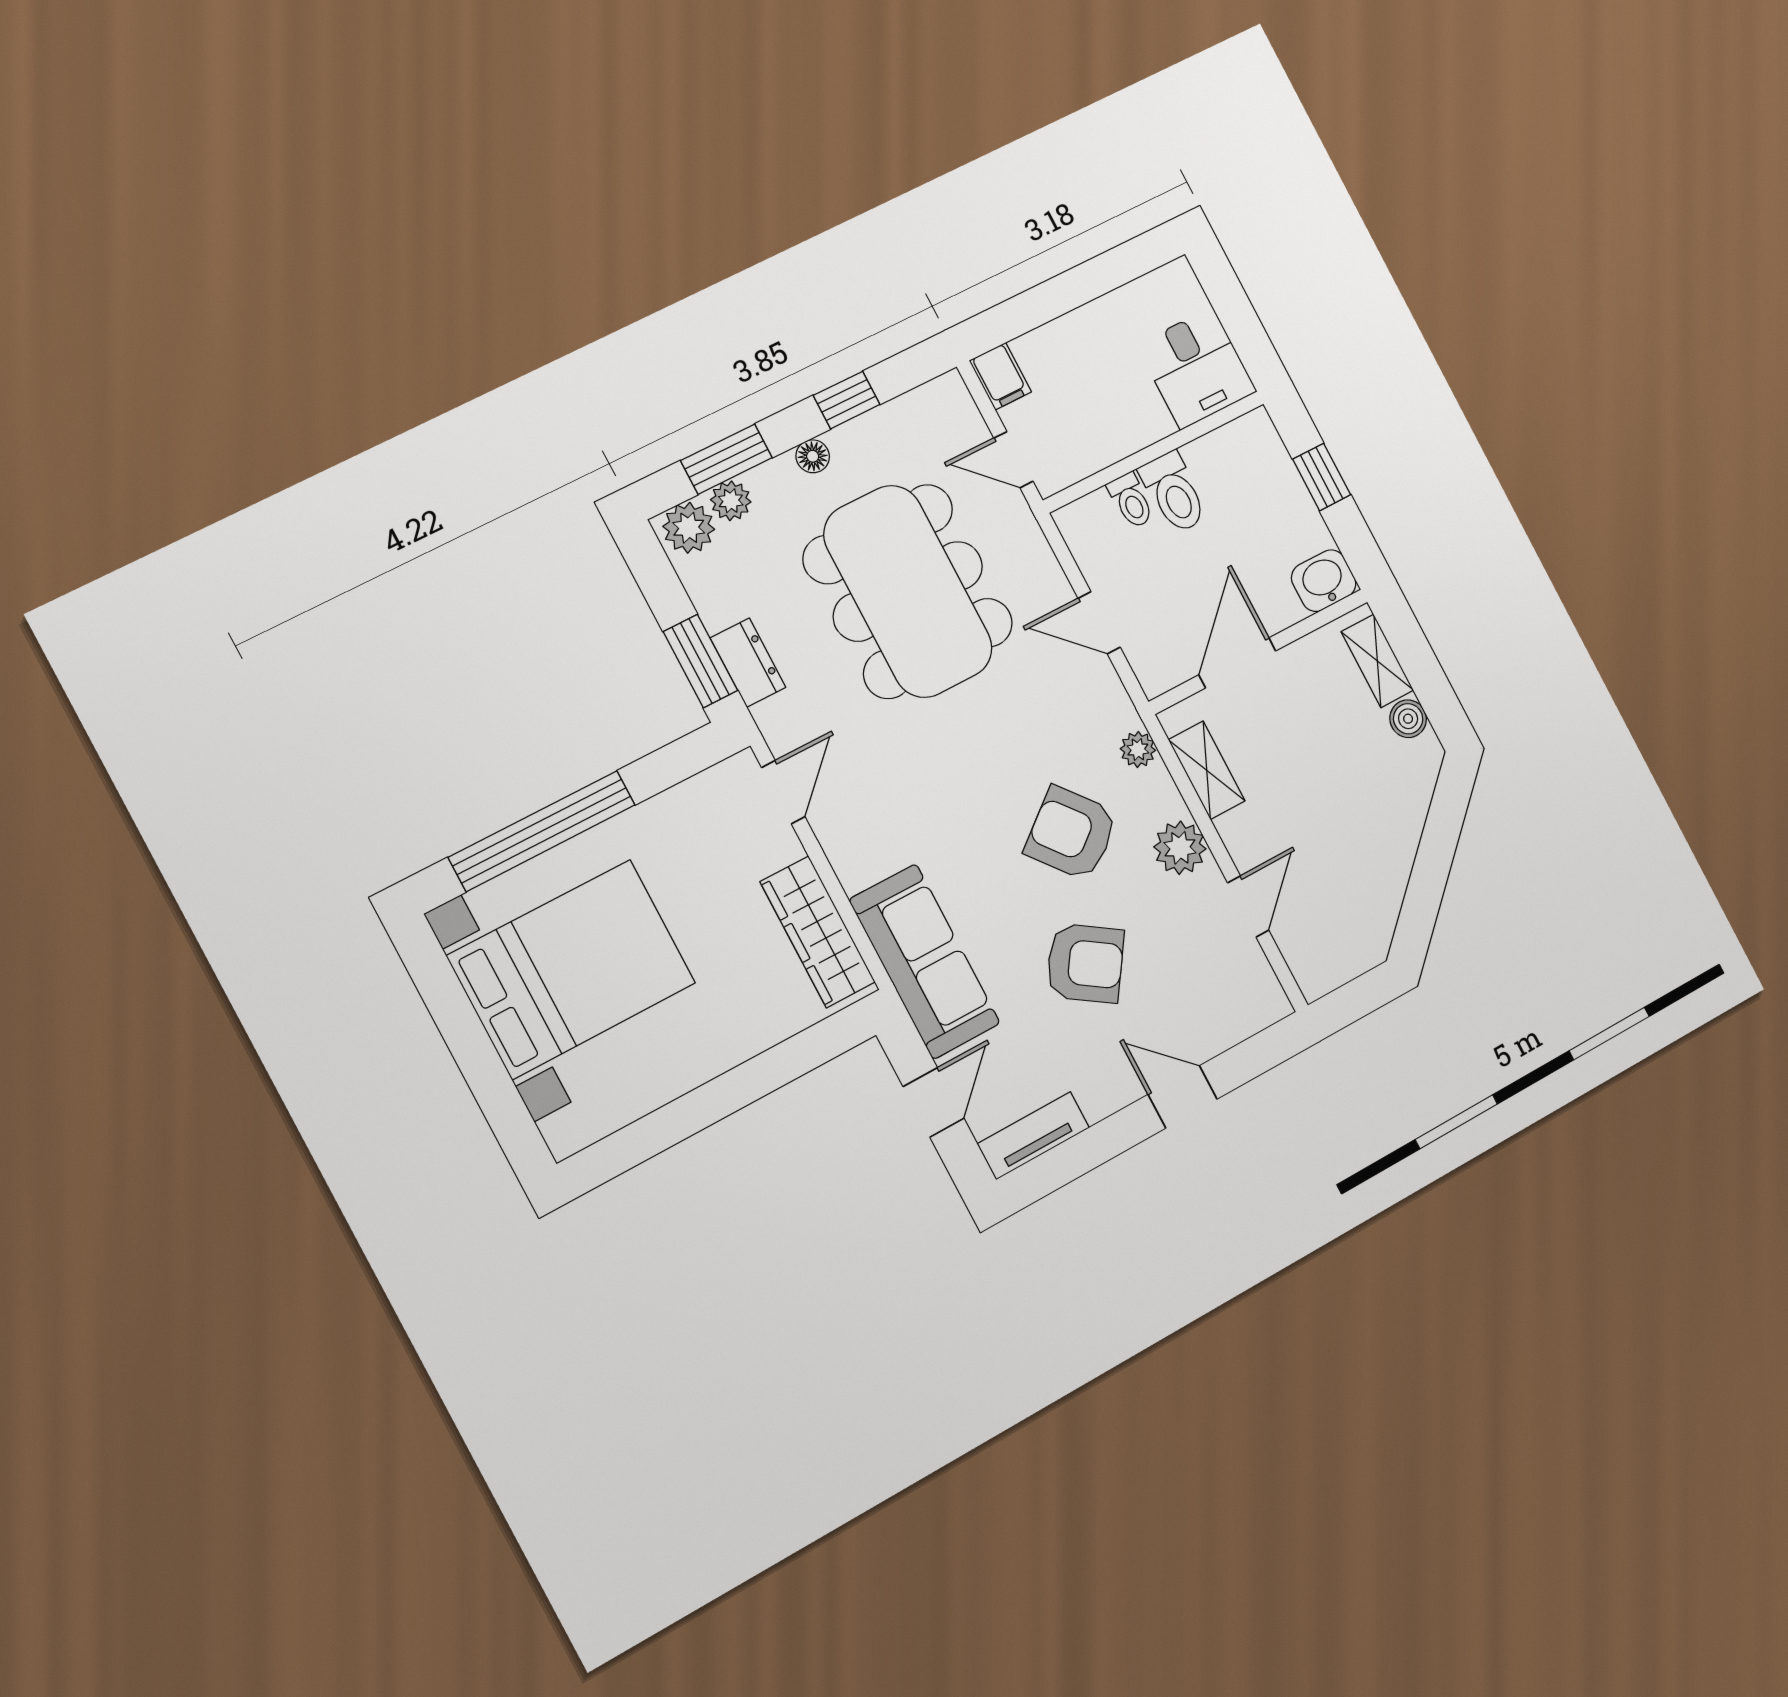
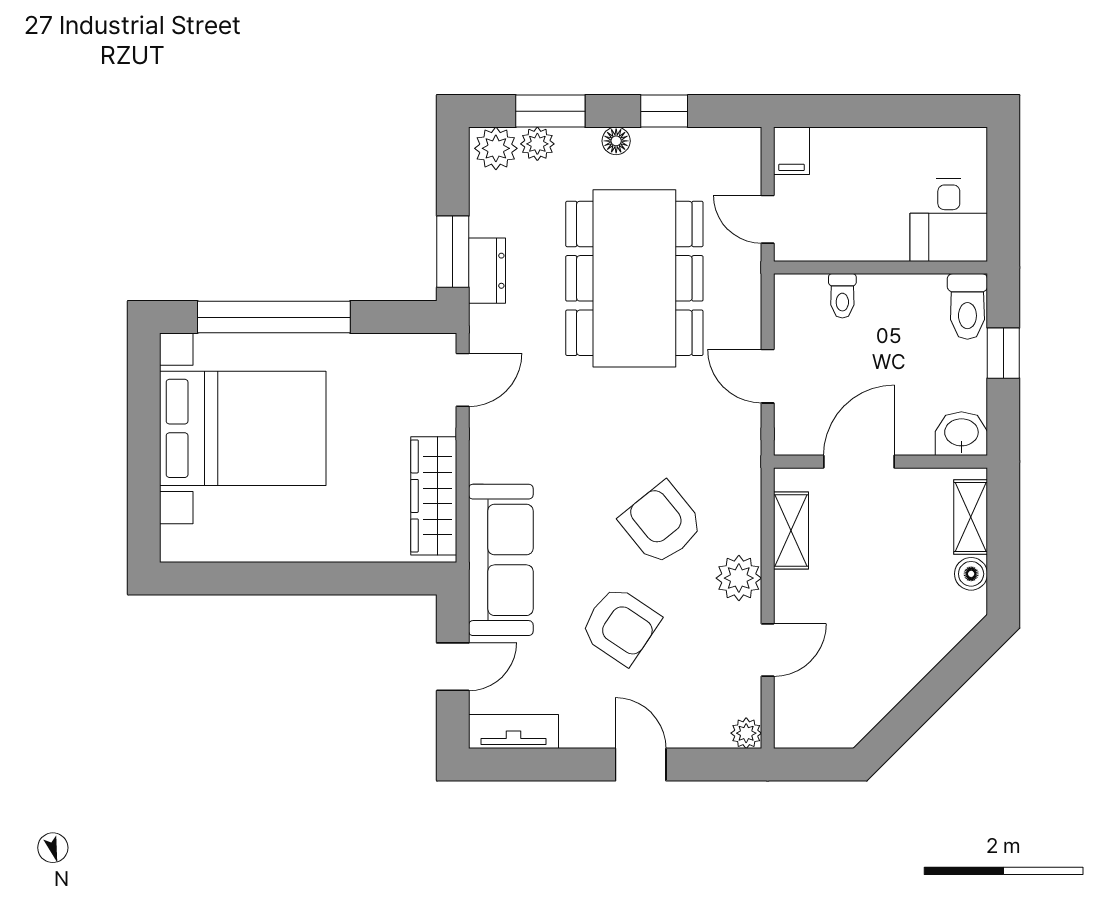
toilet: (1174, 493) -> (967, 306), moved
plant: (1138, 749) -> (746, 733), moved

